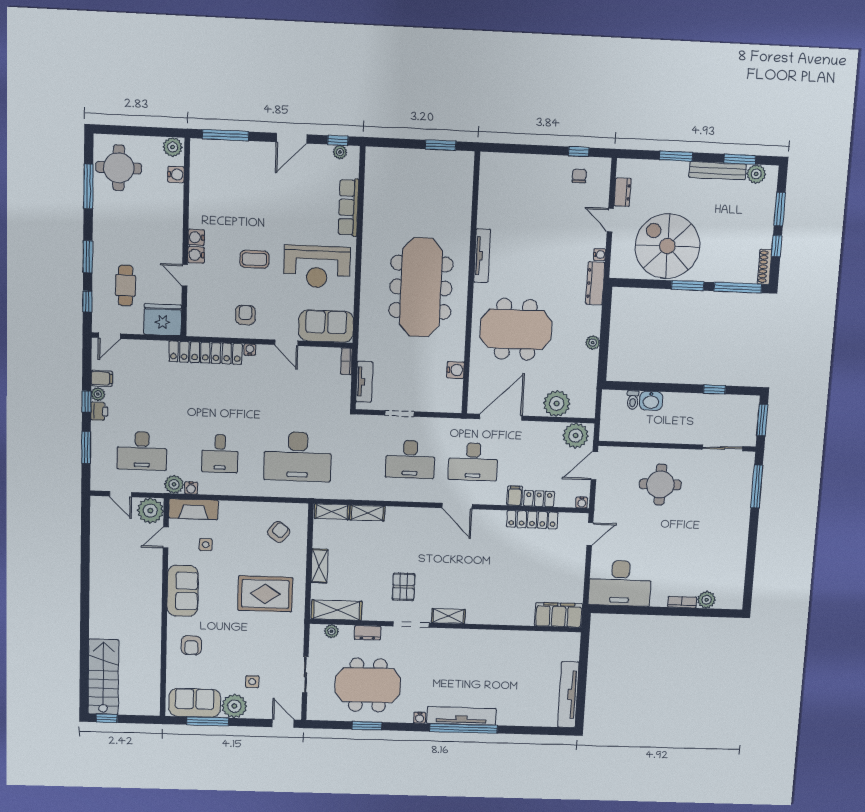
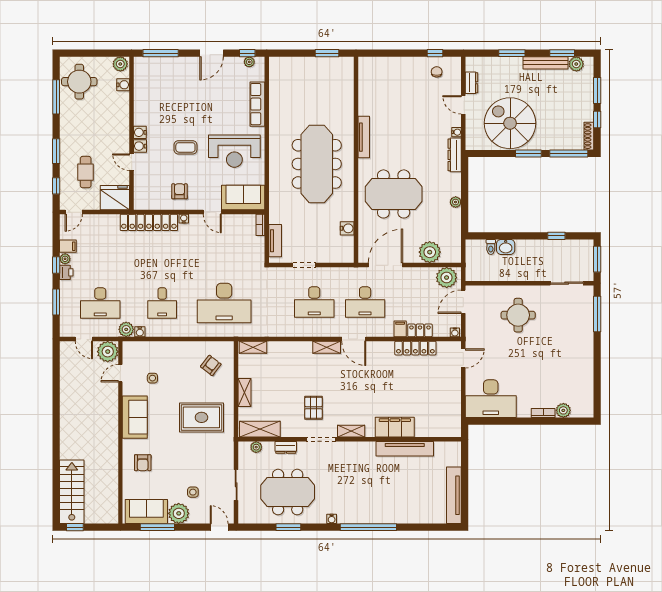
fireplace: (193, 509) -> (142, 349), removed
shelving: (367, 513) -> (327, 347), moved
filing cabinet: (559, 615) -> (395, 427), moved
tv unit: (461, 716) -> (405, 449), moved, turned 180

